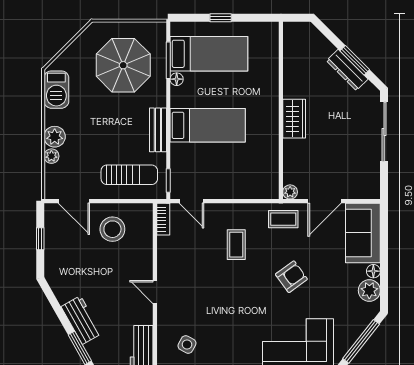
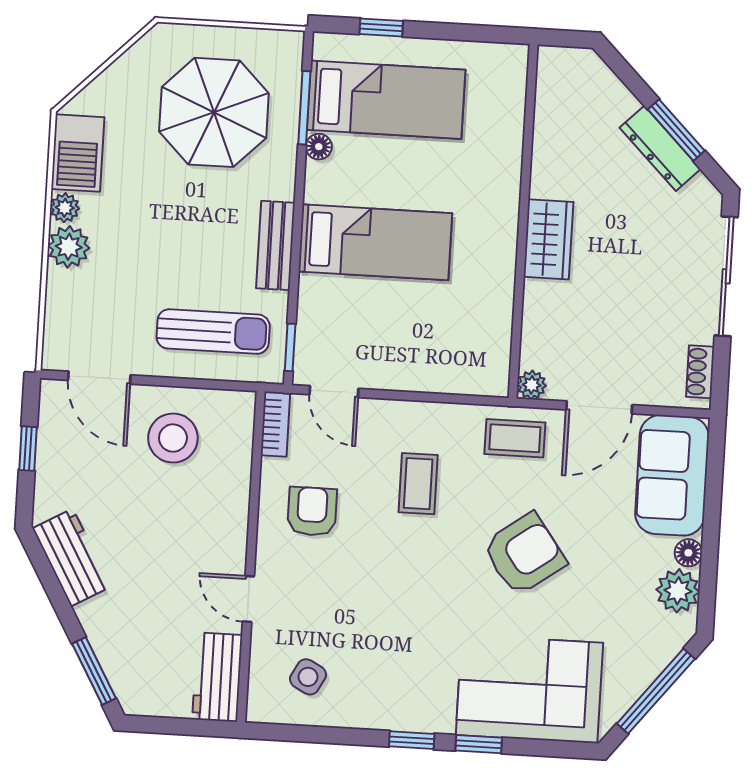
window: (221, 18) -> (381, 27), moved
plant: (51, 156) -> (65, 208), moved
shoe rack: (374, 180) -> (700, 372), added
armchair: (184, 262) -> (312, 511), added
armchair: (291, 277) -> (524, 554), width x1.38, depth x1.38
door: (155, 292) -> (248, 599), moved
workbench: (81, 320) -> (72, 557), moved

